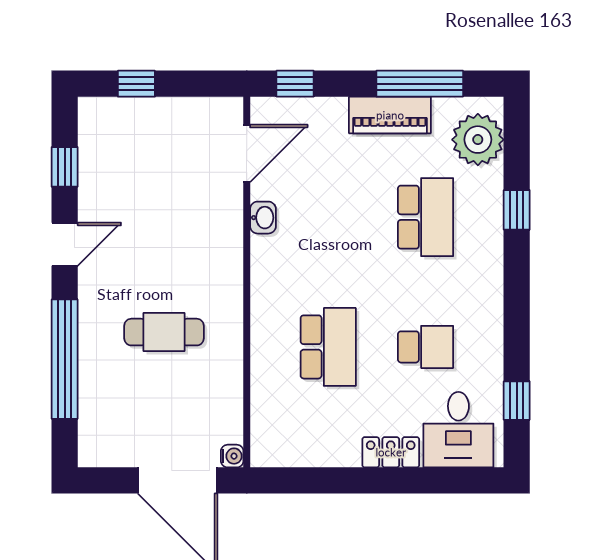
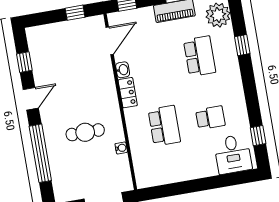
window: (136, 84) -> (75, 13), moved
locker: (391, 452) -> (128, 93), moved, turned 90
water cooler: (232, 456) -> (121, 148), moved

